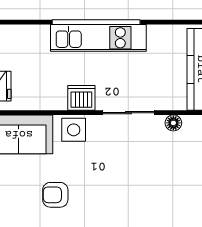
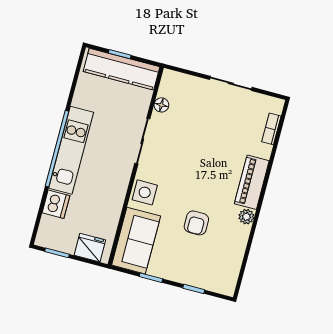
dishwasher: (81, 98) -> (56, 204), moved, turned 180

